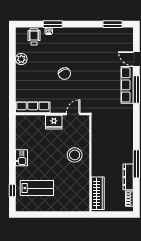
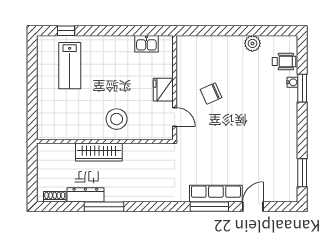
chair: (64, 74) -> (211, 93), moved
row of seats: (33, 107) -> (184, 60), removed
kitchen sink: (21, 158) -> (146, 44), moved
wardrobe: (98, 193) -> (99, 152), moved

